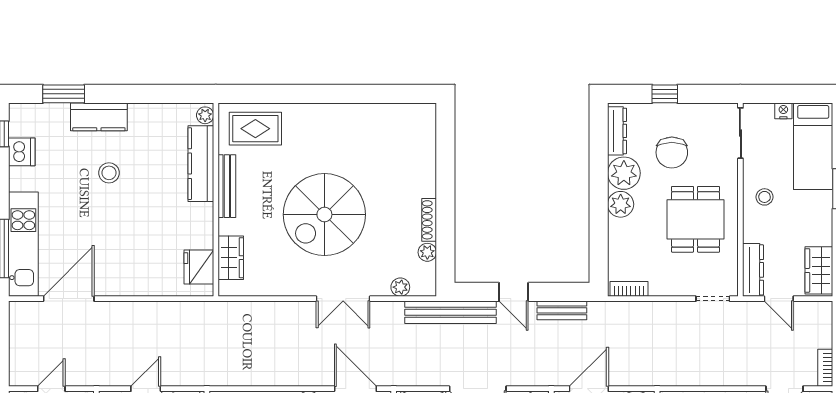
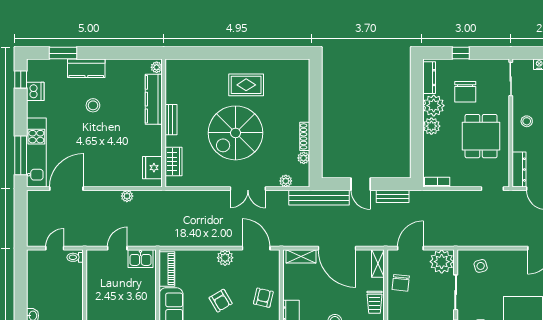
rug: (255, 129) -> (246, 85), moved
bench: (227, 186) -> (171, 120), width x0.73
plant: (160, 310) -> (127, 196), added

